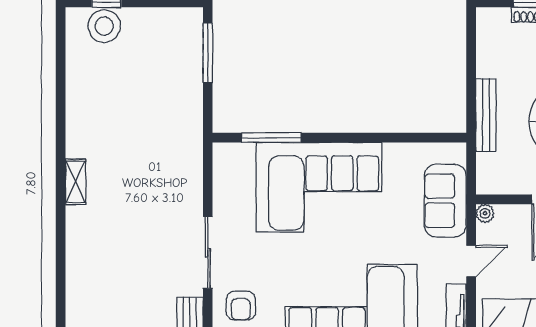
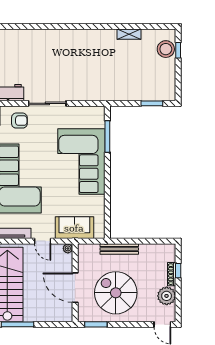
window: (208, 53) -> (152, 103), width x0.69
shelving: (76, 182) -> (129, 34), moved
armchair: (241, 306) -> (19, 121), turned 180

